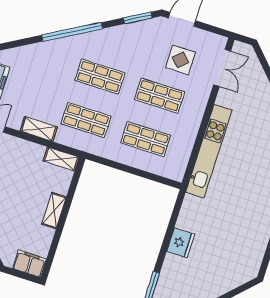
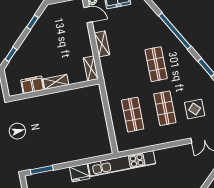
shop shelf: (86, 120) -> (124, 70), removed
kitchen unit: (209, 151) -> (122, 164), moved
filing cabinet: (29, 264) -> (32, 85), moved, turned -90

